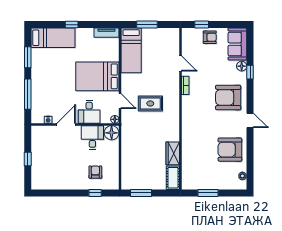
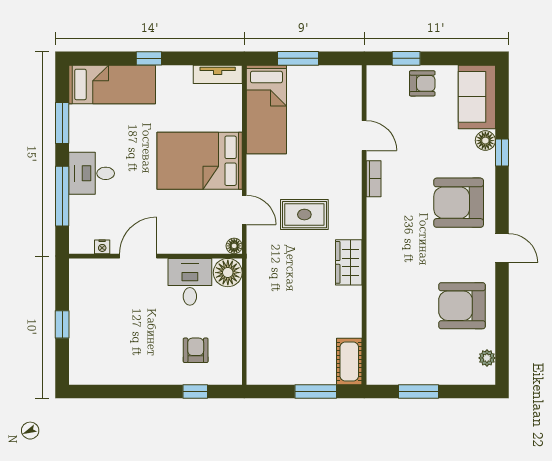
desk: (89, 112) -> (92, 173), moved, turned 90
wardrobe: (173, 153) -> (349, 262), moved
window: (141, 193) -> (316, 392), moved

